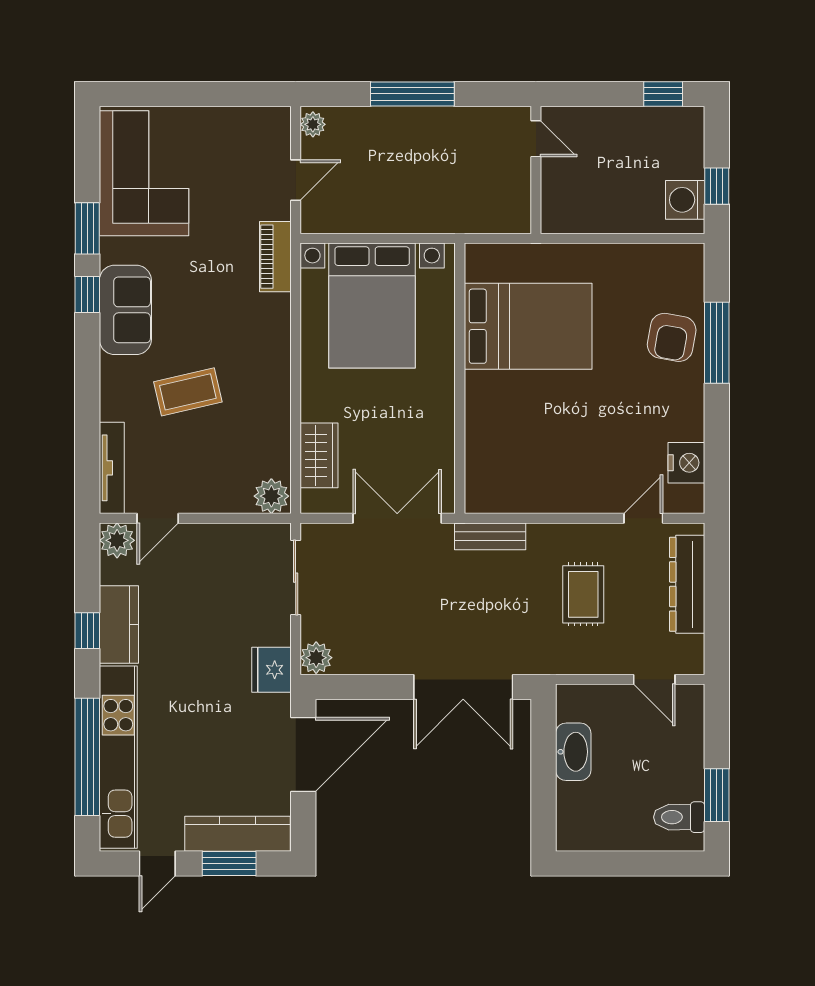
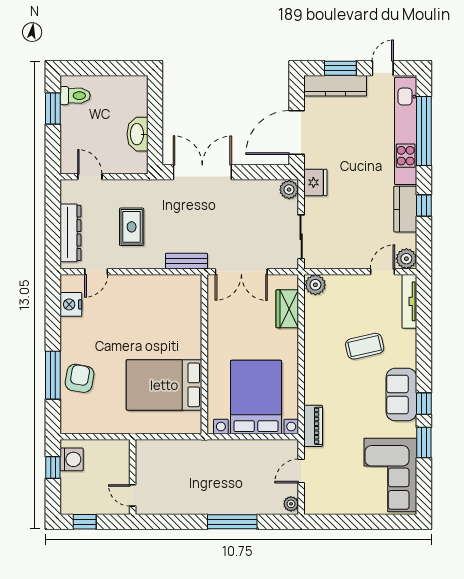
door: (536, 139) -> (133, 495), moved
wall: (536, 170) -> (133, 477), moved

